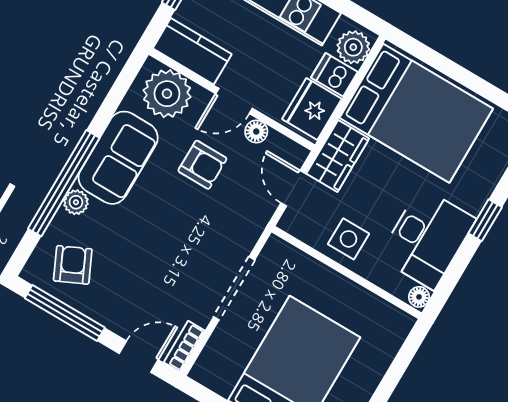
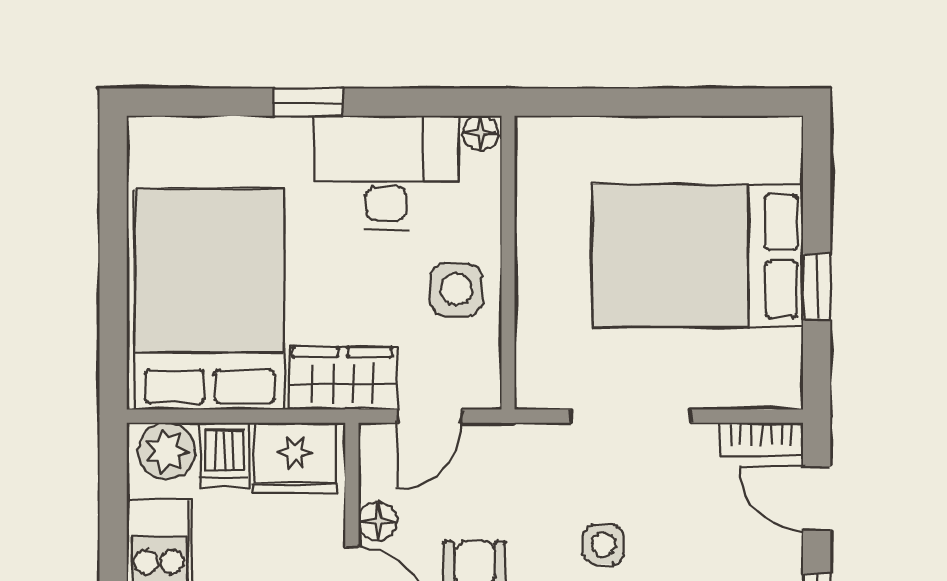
side table: (178, 237) -> (604, 544), added

